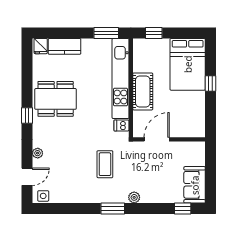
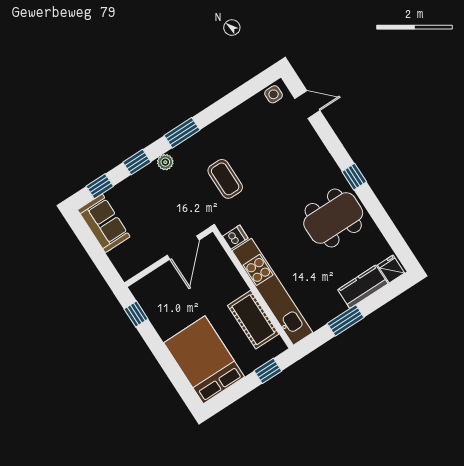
window: (106, 33) -> (346, 320), moved
window: (211, 84) -> (136, 314), moved
cot: (143, 91) -> (253, 320), moved
plant: (38, 153) -> (313, 140), removed
door: (27, 177) -> (307, 105), swing flipped
window: (151, 208) -> (137, 162), added

